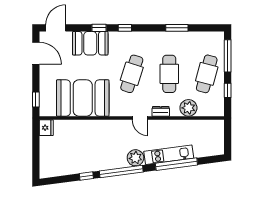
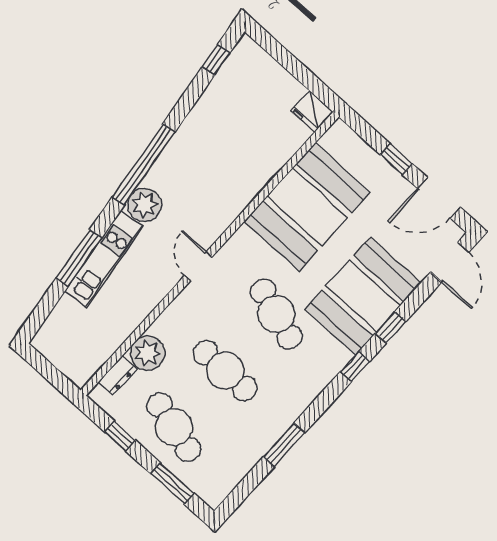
booth: (90, 43) -> (363, 296), width x1.36, depth x1.42
window: (228, 56) -> (172, 483), width x0.69
window: (36, 100) -> (396, 159), moved
dresser: (161, 111) -> (118, 376), moved
door: (140, 118) -> (198, 266), hinge flipped
window: (176, 164) -> (79, 258), width x0.68
window: (86, 176) -> (216, 60), moved

